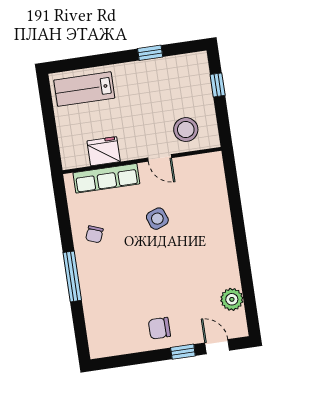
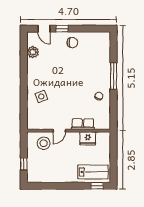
window: (150, 53) -> (97, 186), moved
door: (160, 158) -> (59, 131), swing flipped
row of seats: (106, 178) -> (83, 124), width x0.68
side table: (157, 219) -> (41, 96), moved

